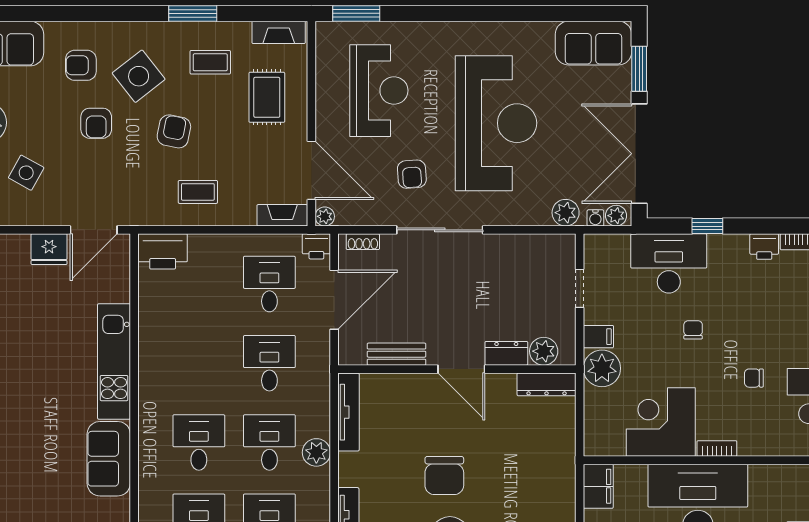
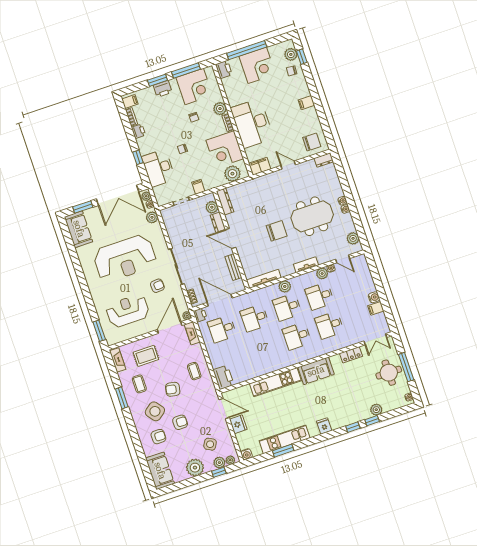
armchair: (81, 65) -> (158, 437), turned -90
reception desk: (496, 123) -> (125, 258), turned 180
plant: (602, 368) -> (232, 174), moved
door: (461, 369) -> (231, 239), swing flipped
plant: (754, 442) -> (220, 109), added

